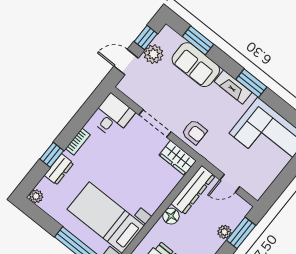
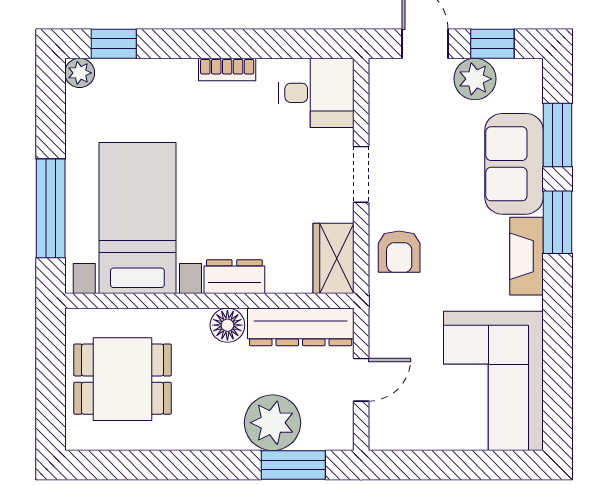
window: (251, 83) -> (557, 222), moved
doorway: (155, 123) -> (361, 174), width x0.73
window: (52, 155) -> (114, 44), moved
dresser: (59, 169) -> (234, 277), moved, turned 180
door: (230, 183) -> (361, 380), swing flipped
plant: (224, 232) -> (272, 423), width x1.87, depth x1.87

